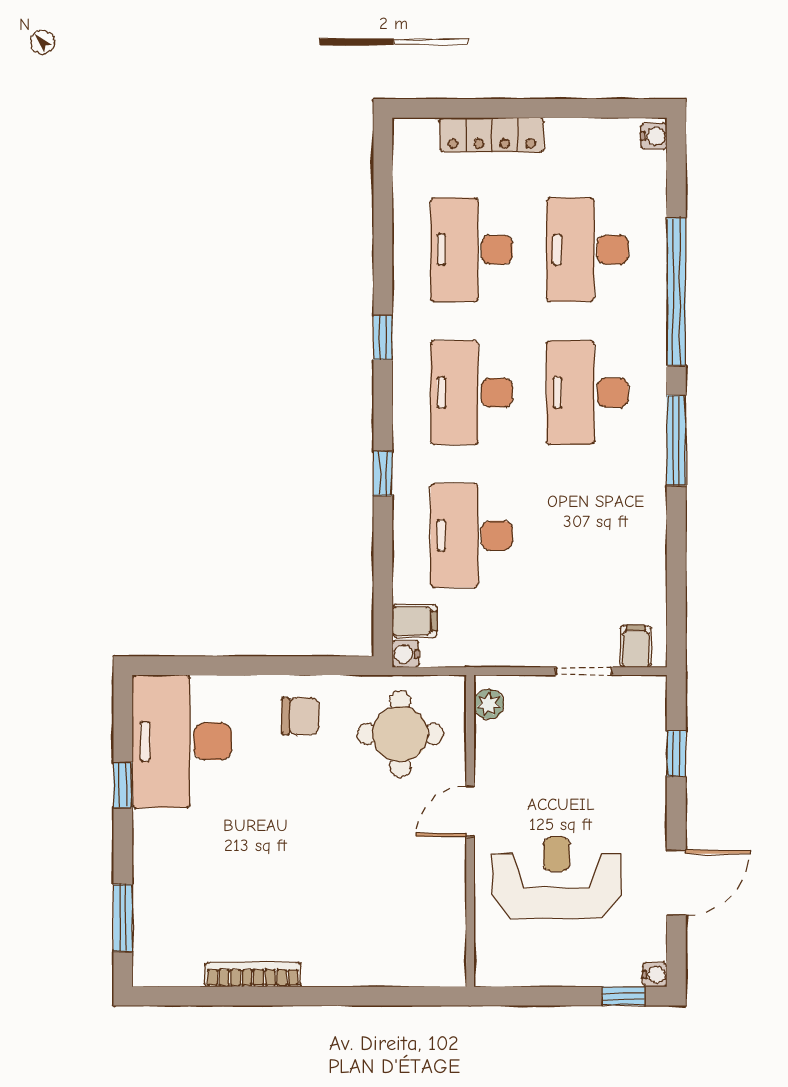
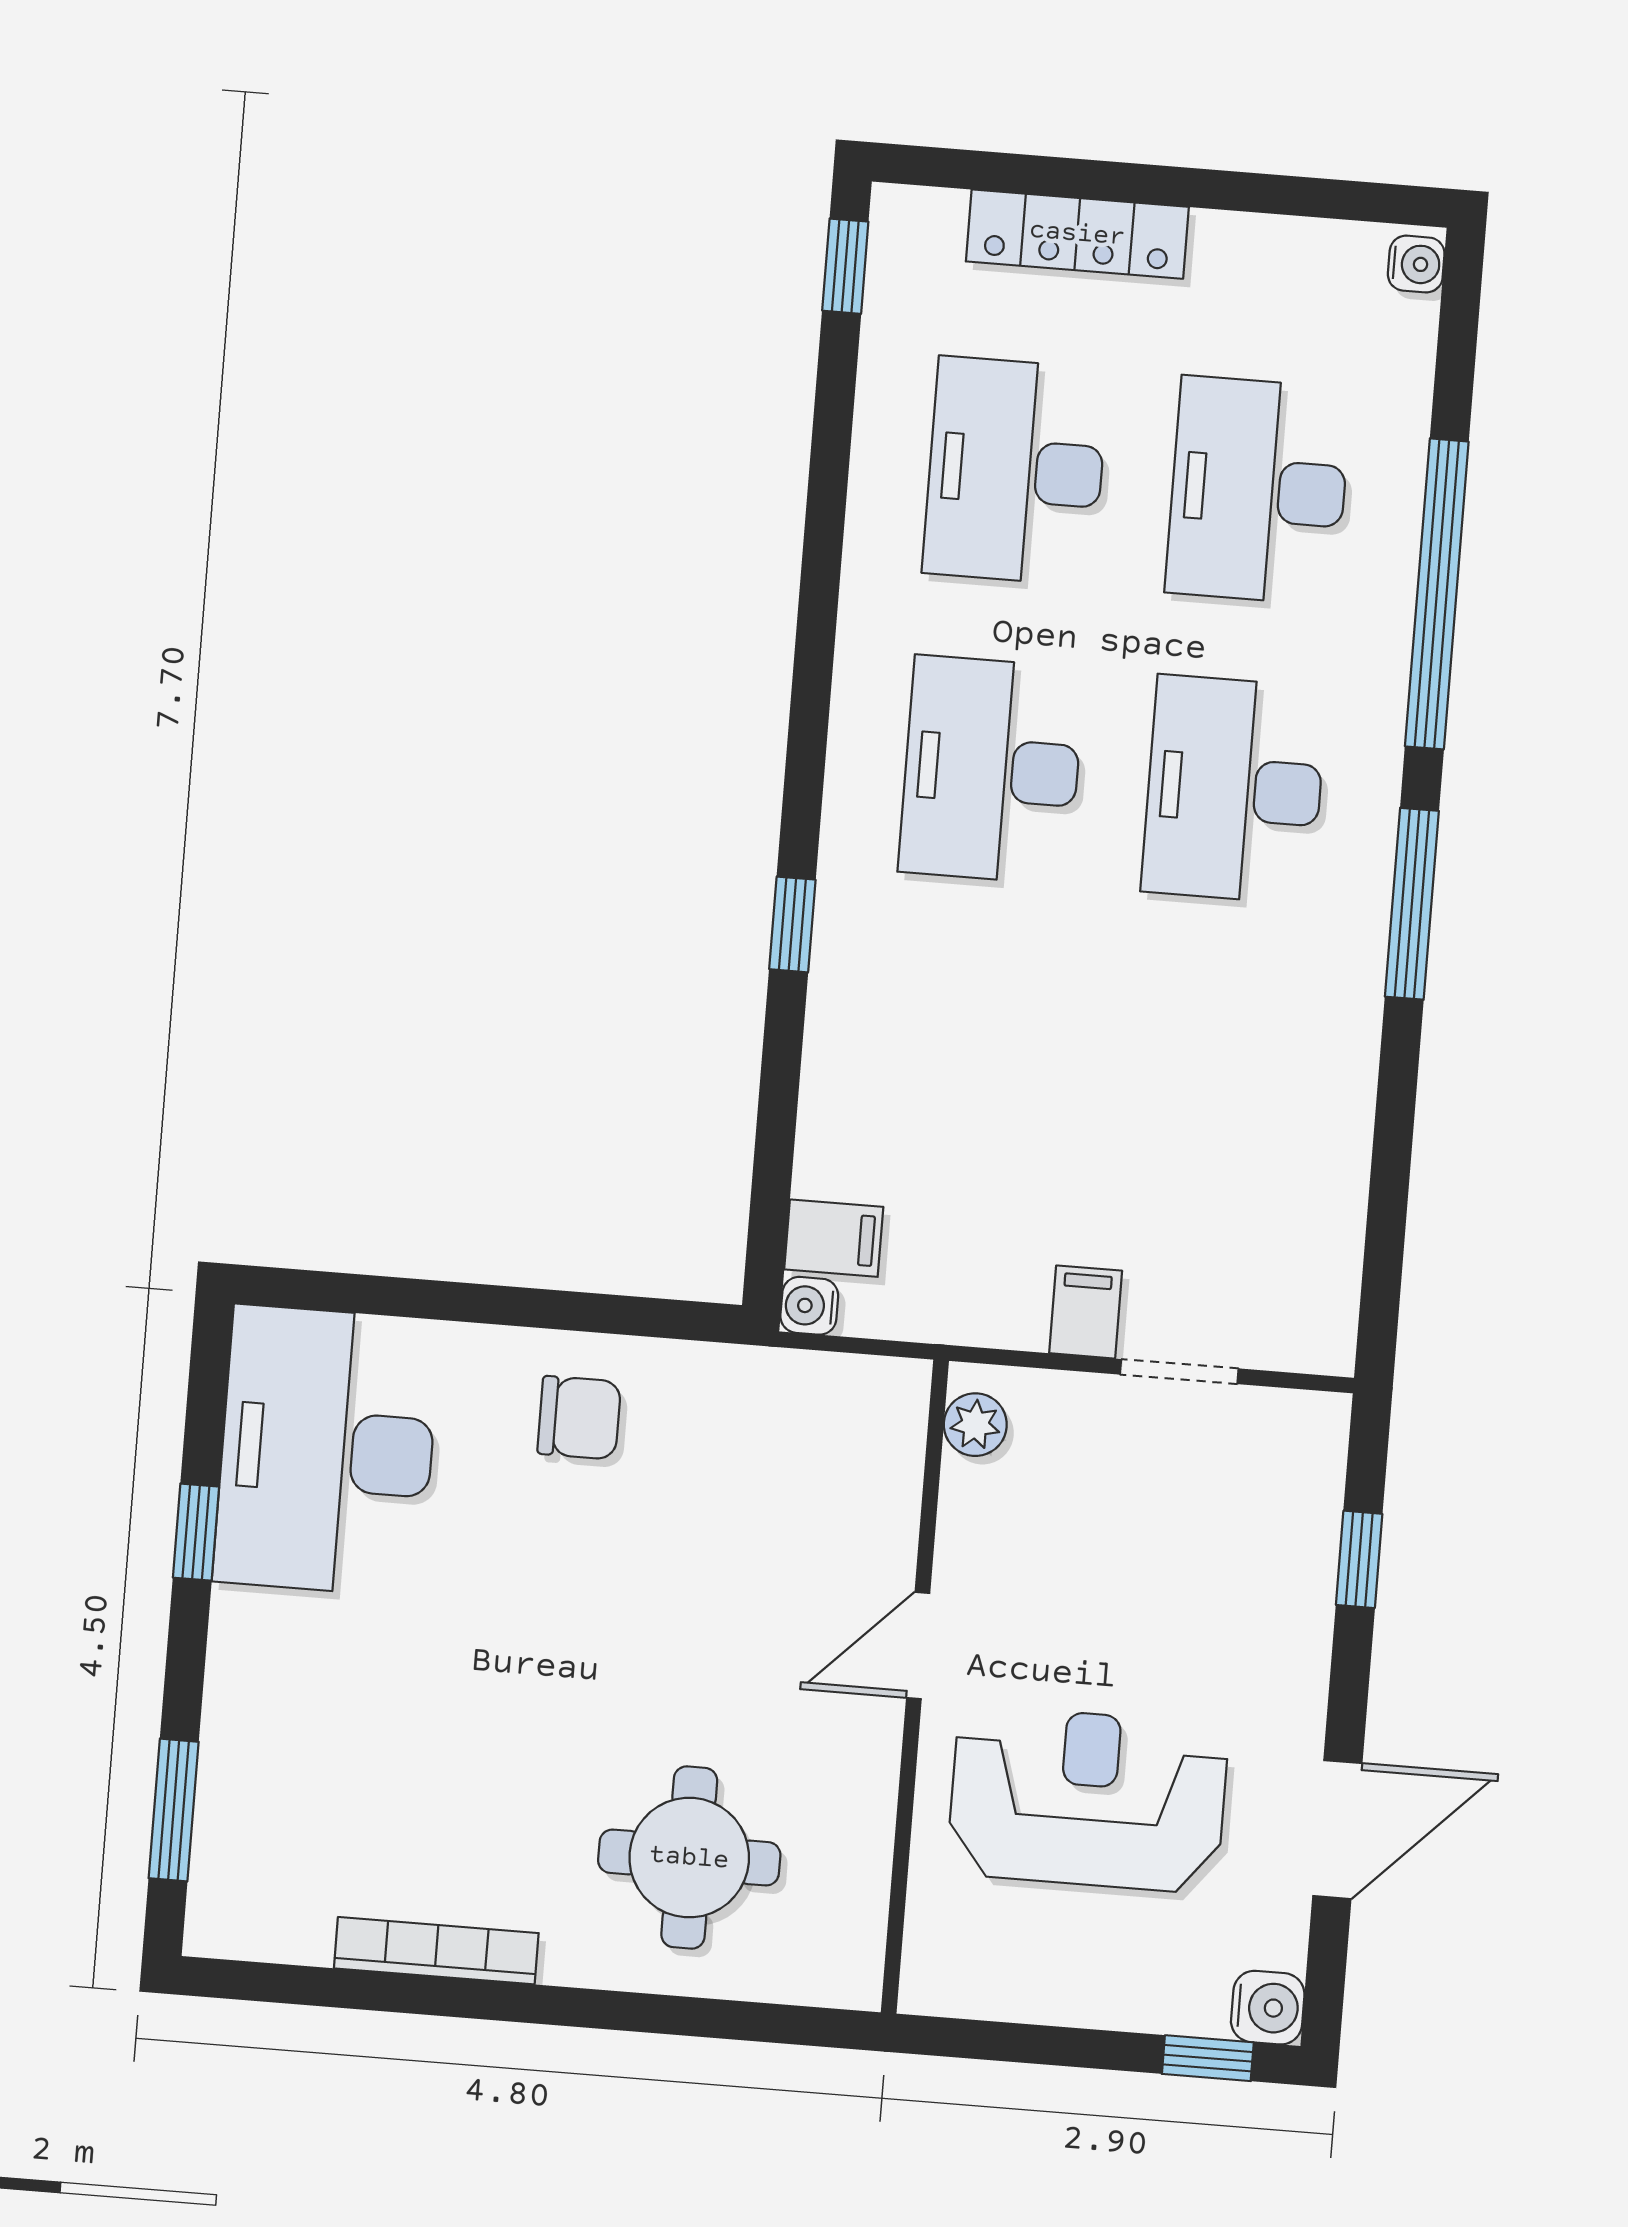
window: (383, 338) -> (845, 266), moved
desk: (472, 535) -> (968, 1069), removed
filing cabinet: (636, 646) -> (1086, 1312), moved
round table: (400, 734) -> (689, 1858), moved
water cooler: (655, 975) -> (1268, 2008), width x1.38, depth x1.38

